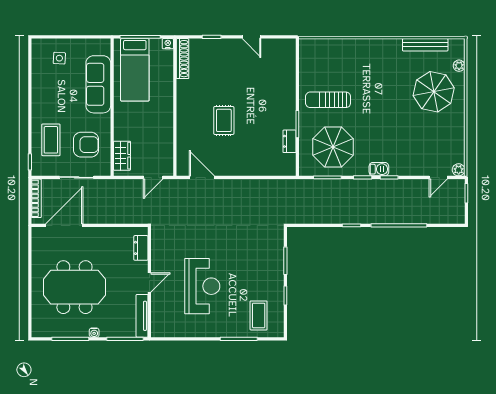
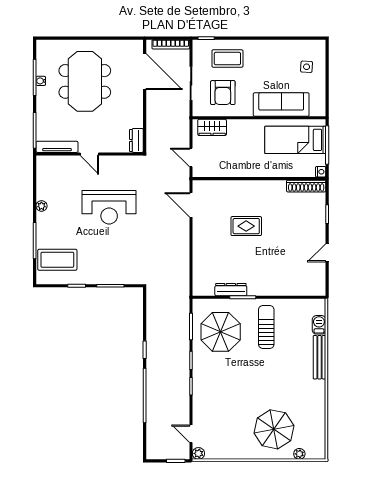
bench: (425, 45) -> (320, 357), moved
dresser: (289, 141) -> (231, 290), width x1.44
barbecue: (379, 169) -> (319, 325), moved, turned 180
door: (202, 177) -> (191, 205), swing flipped
dresser: (141, 248) -> (136, 140), moved, turned -90
reception desk: (202, 286) -> (109, 207), moved
coffee table: (259, 315) -> (57, 260), width x1.36, depth x1.32
plant: (203, 332) -> (41, 206), added
water cooler: (94, 333) -> (41, 81), moved

